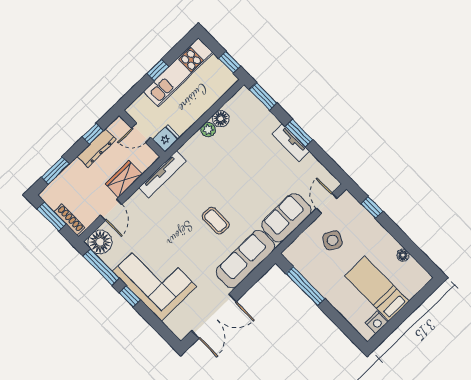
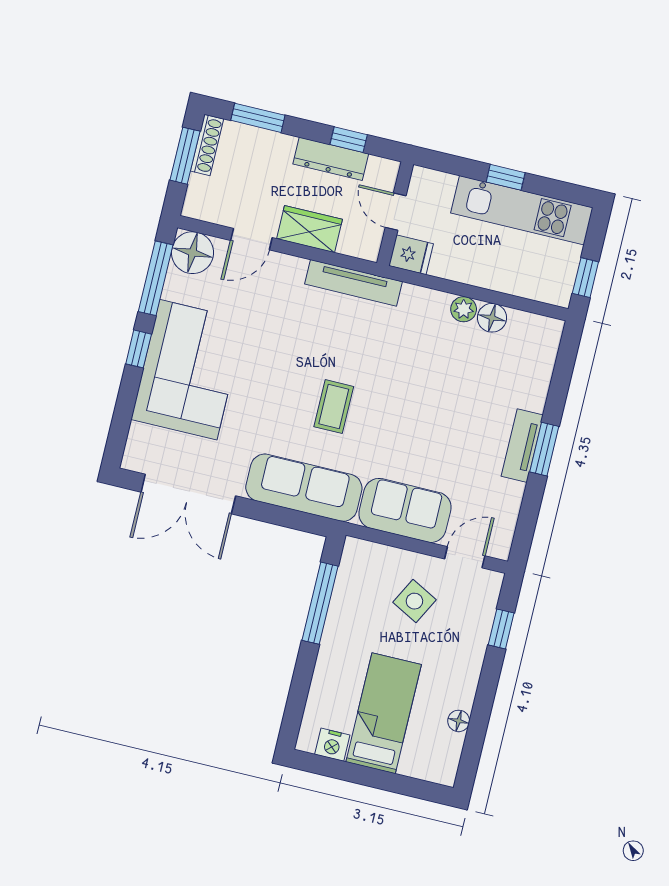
window: (263, 96) -> (566, 361), removed
shoe rack: (69, 220) -> (207, 145), moved

